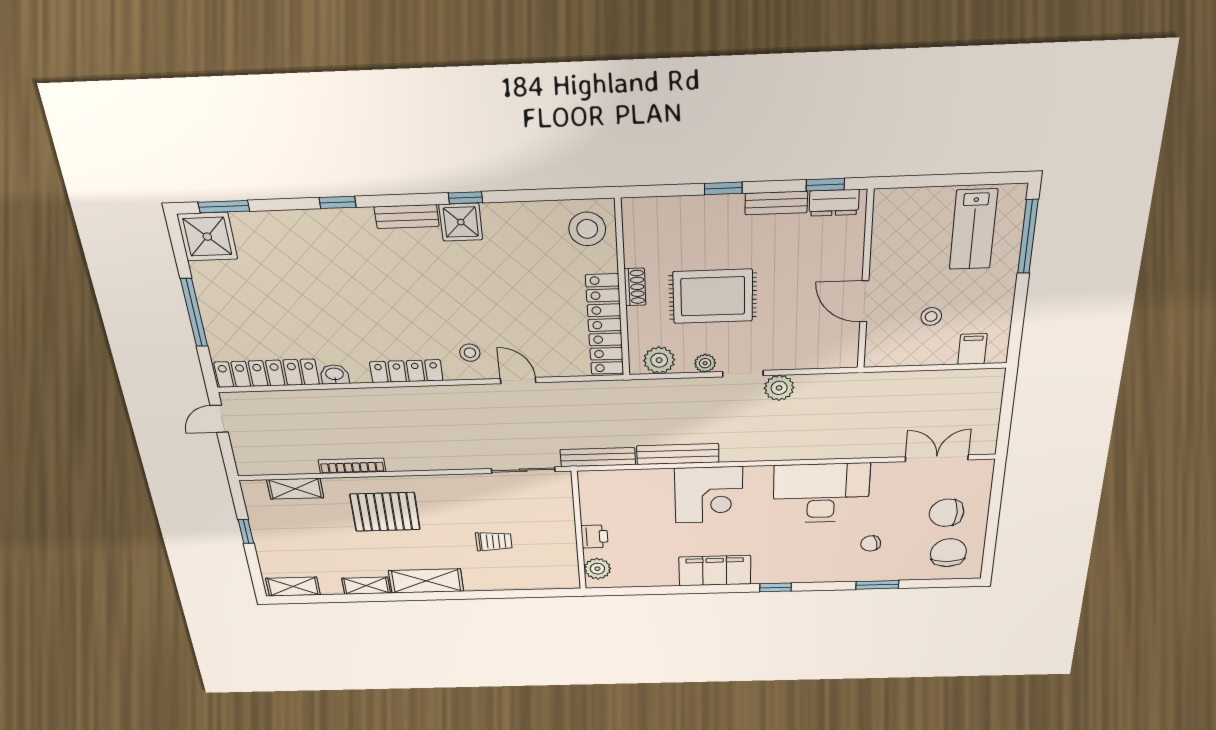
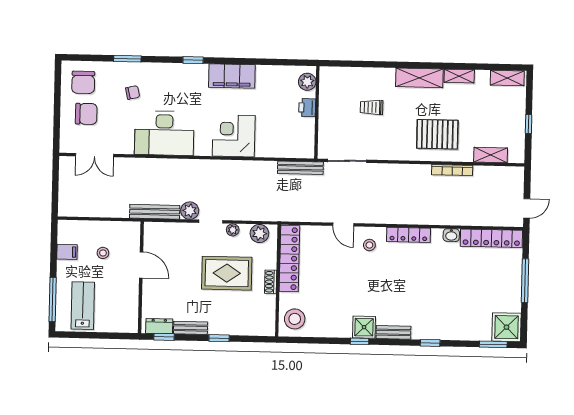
filing cabinet: (972, 349) -> (67, 252), moved, turned -90
bench: (678, 454) -> (155, 212), moved

